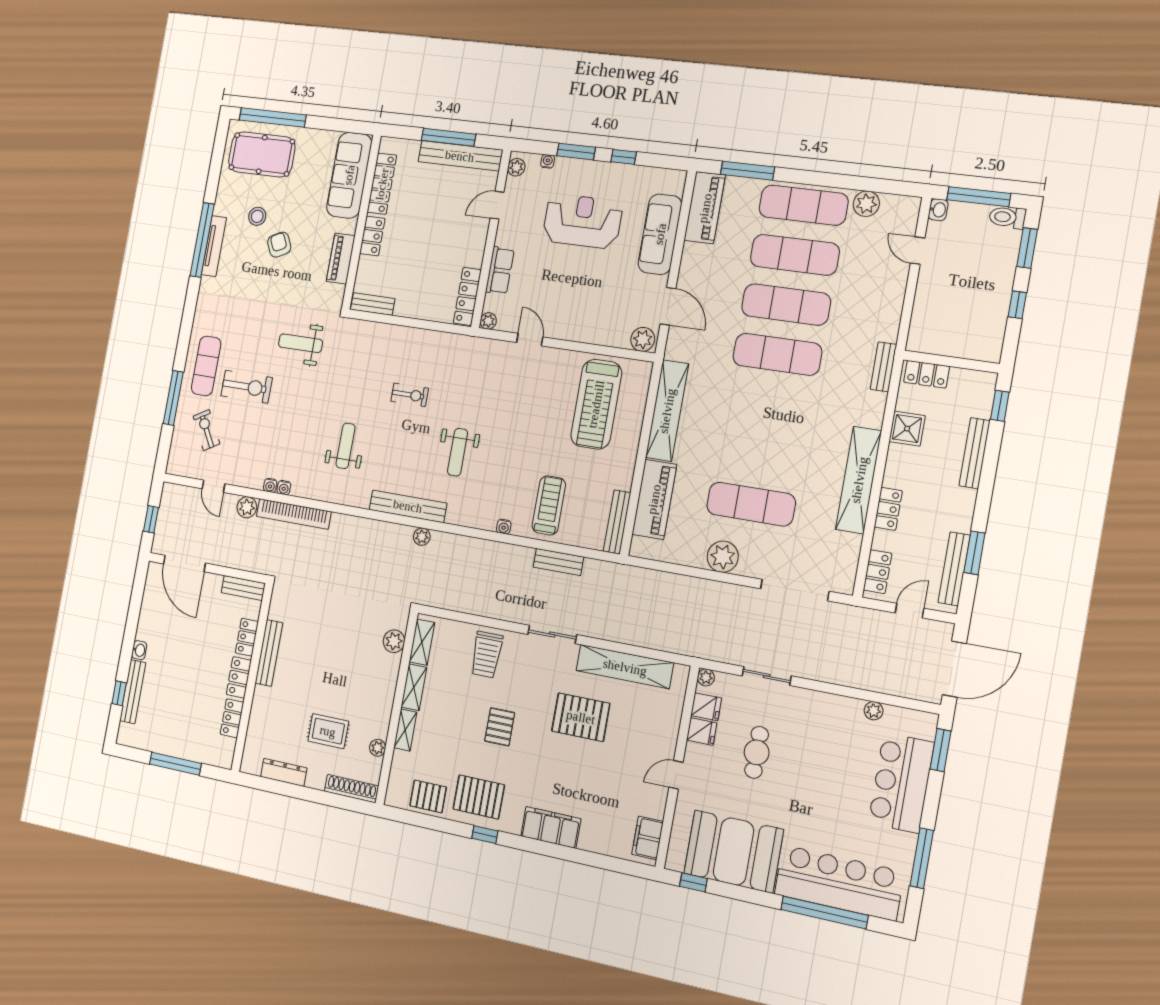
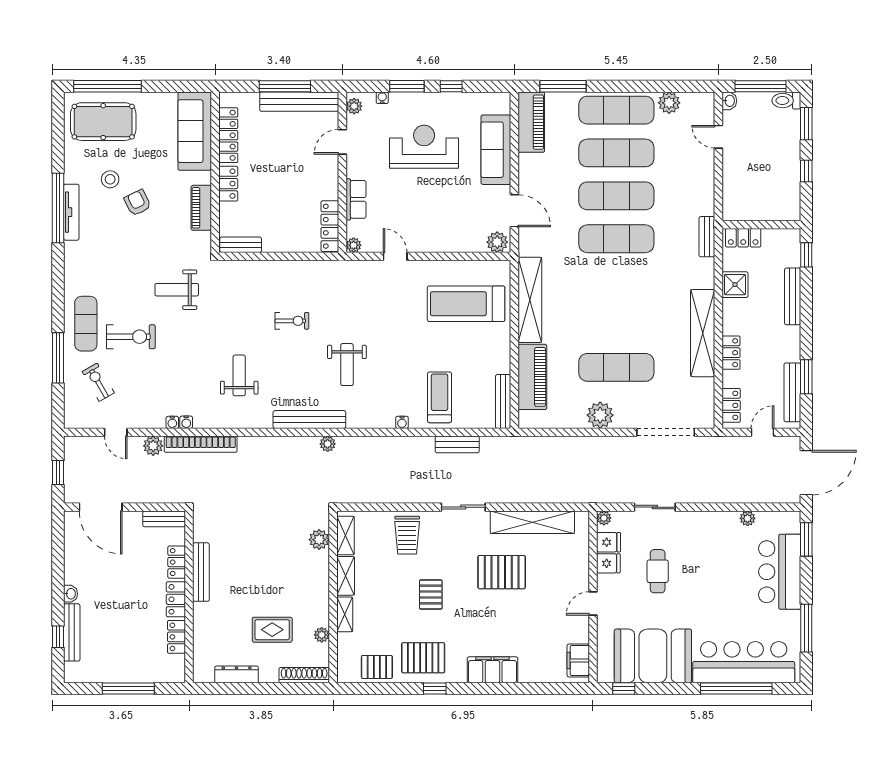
treadmill: (596, 404) -> (466, 304), turned 90

